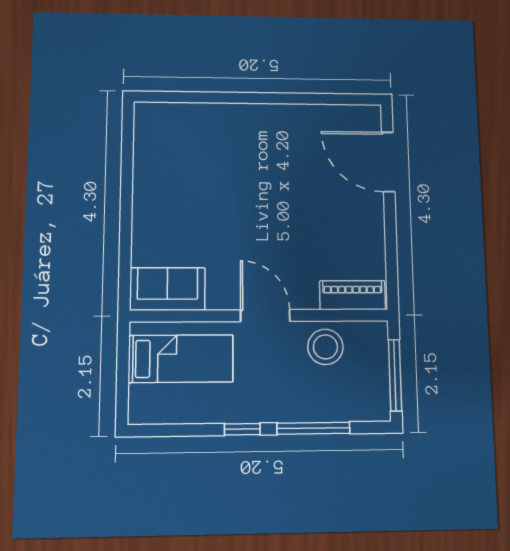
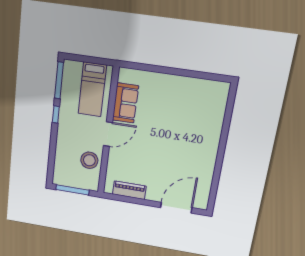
sofa: (167, 289) -> (125, 103), moved
piano: (353, 295) -> (129, 190), moved, turned -90
window: (314, 428) -> (59, 80), moved

